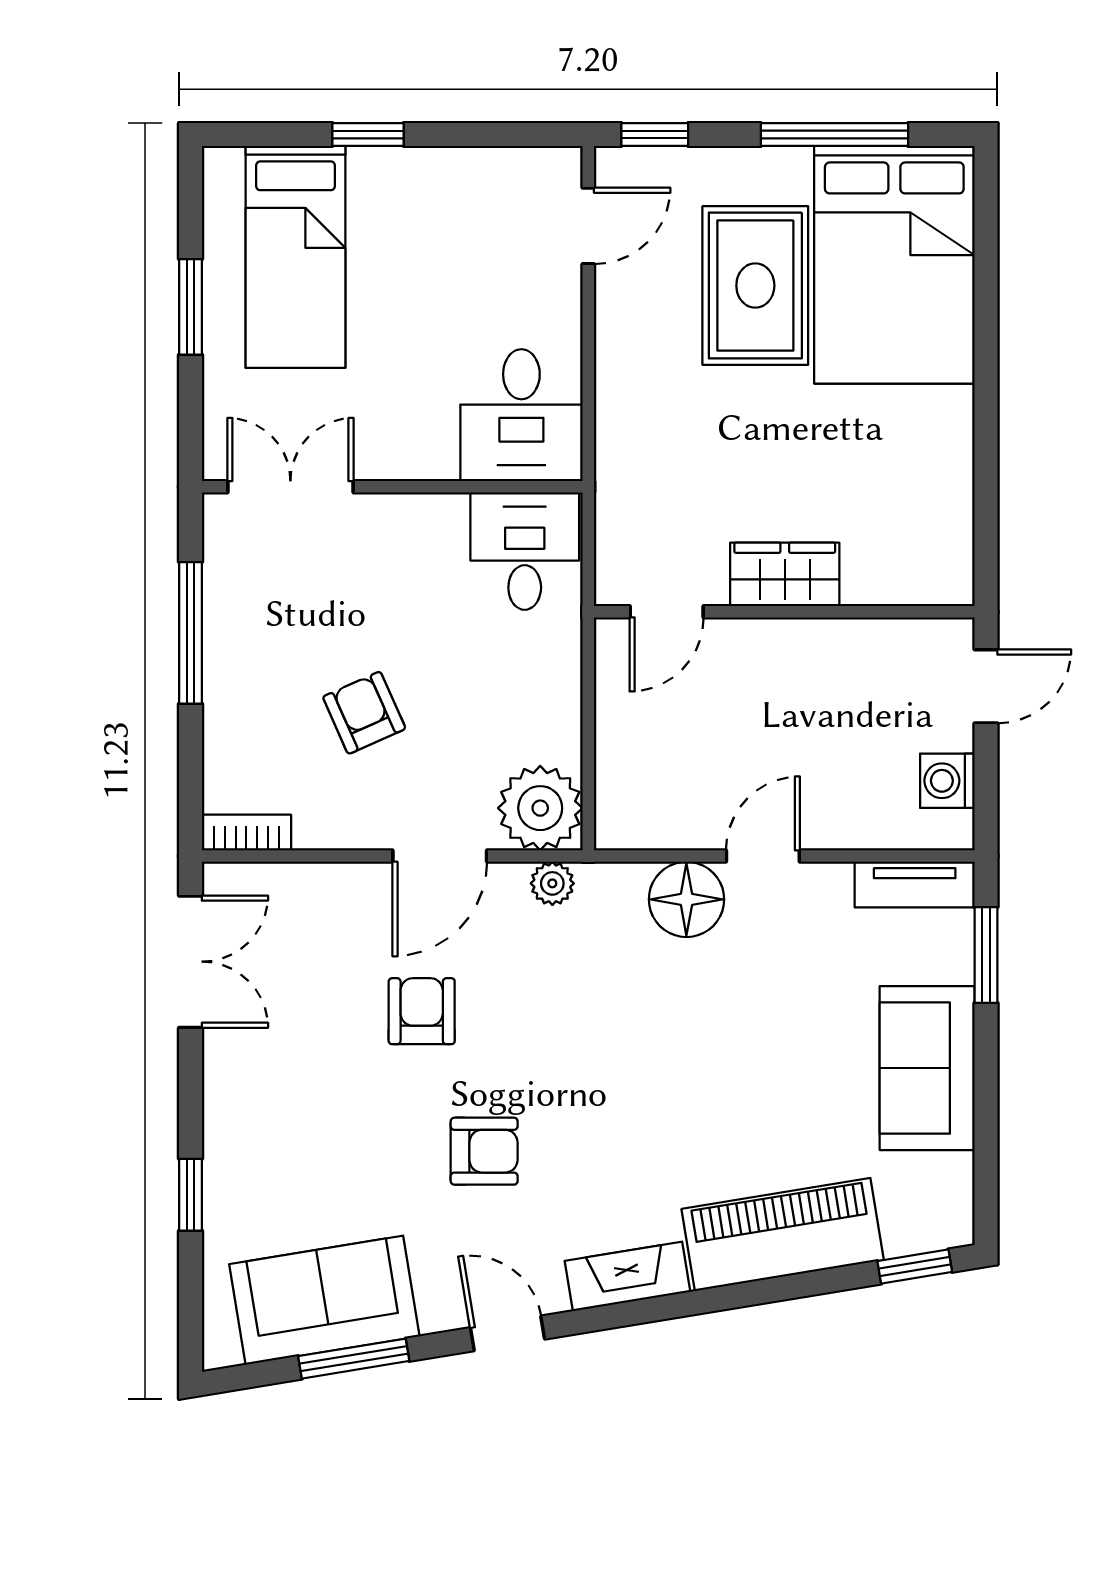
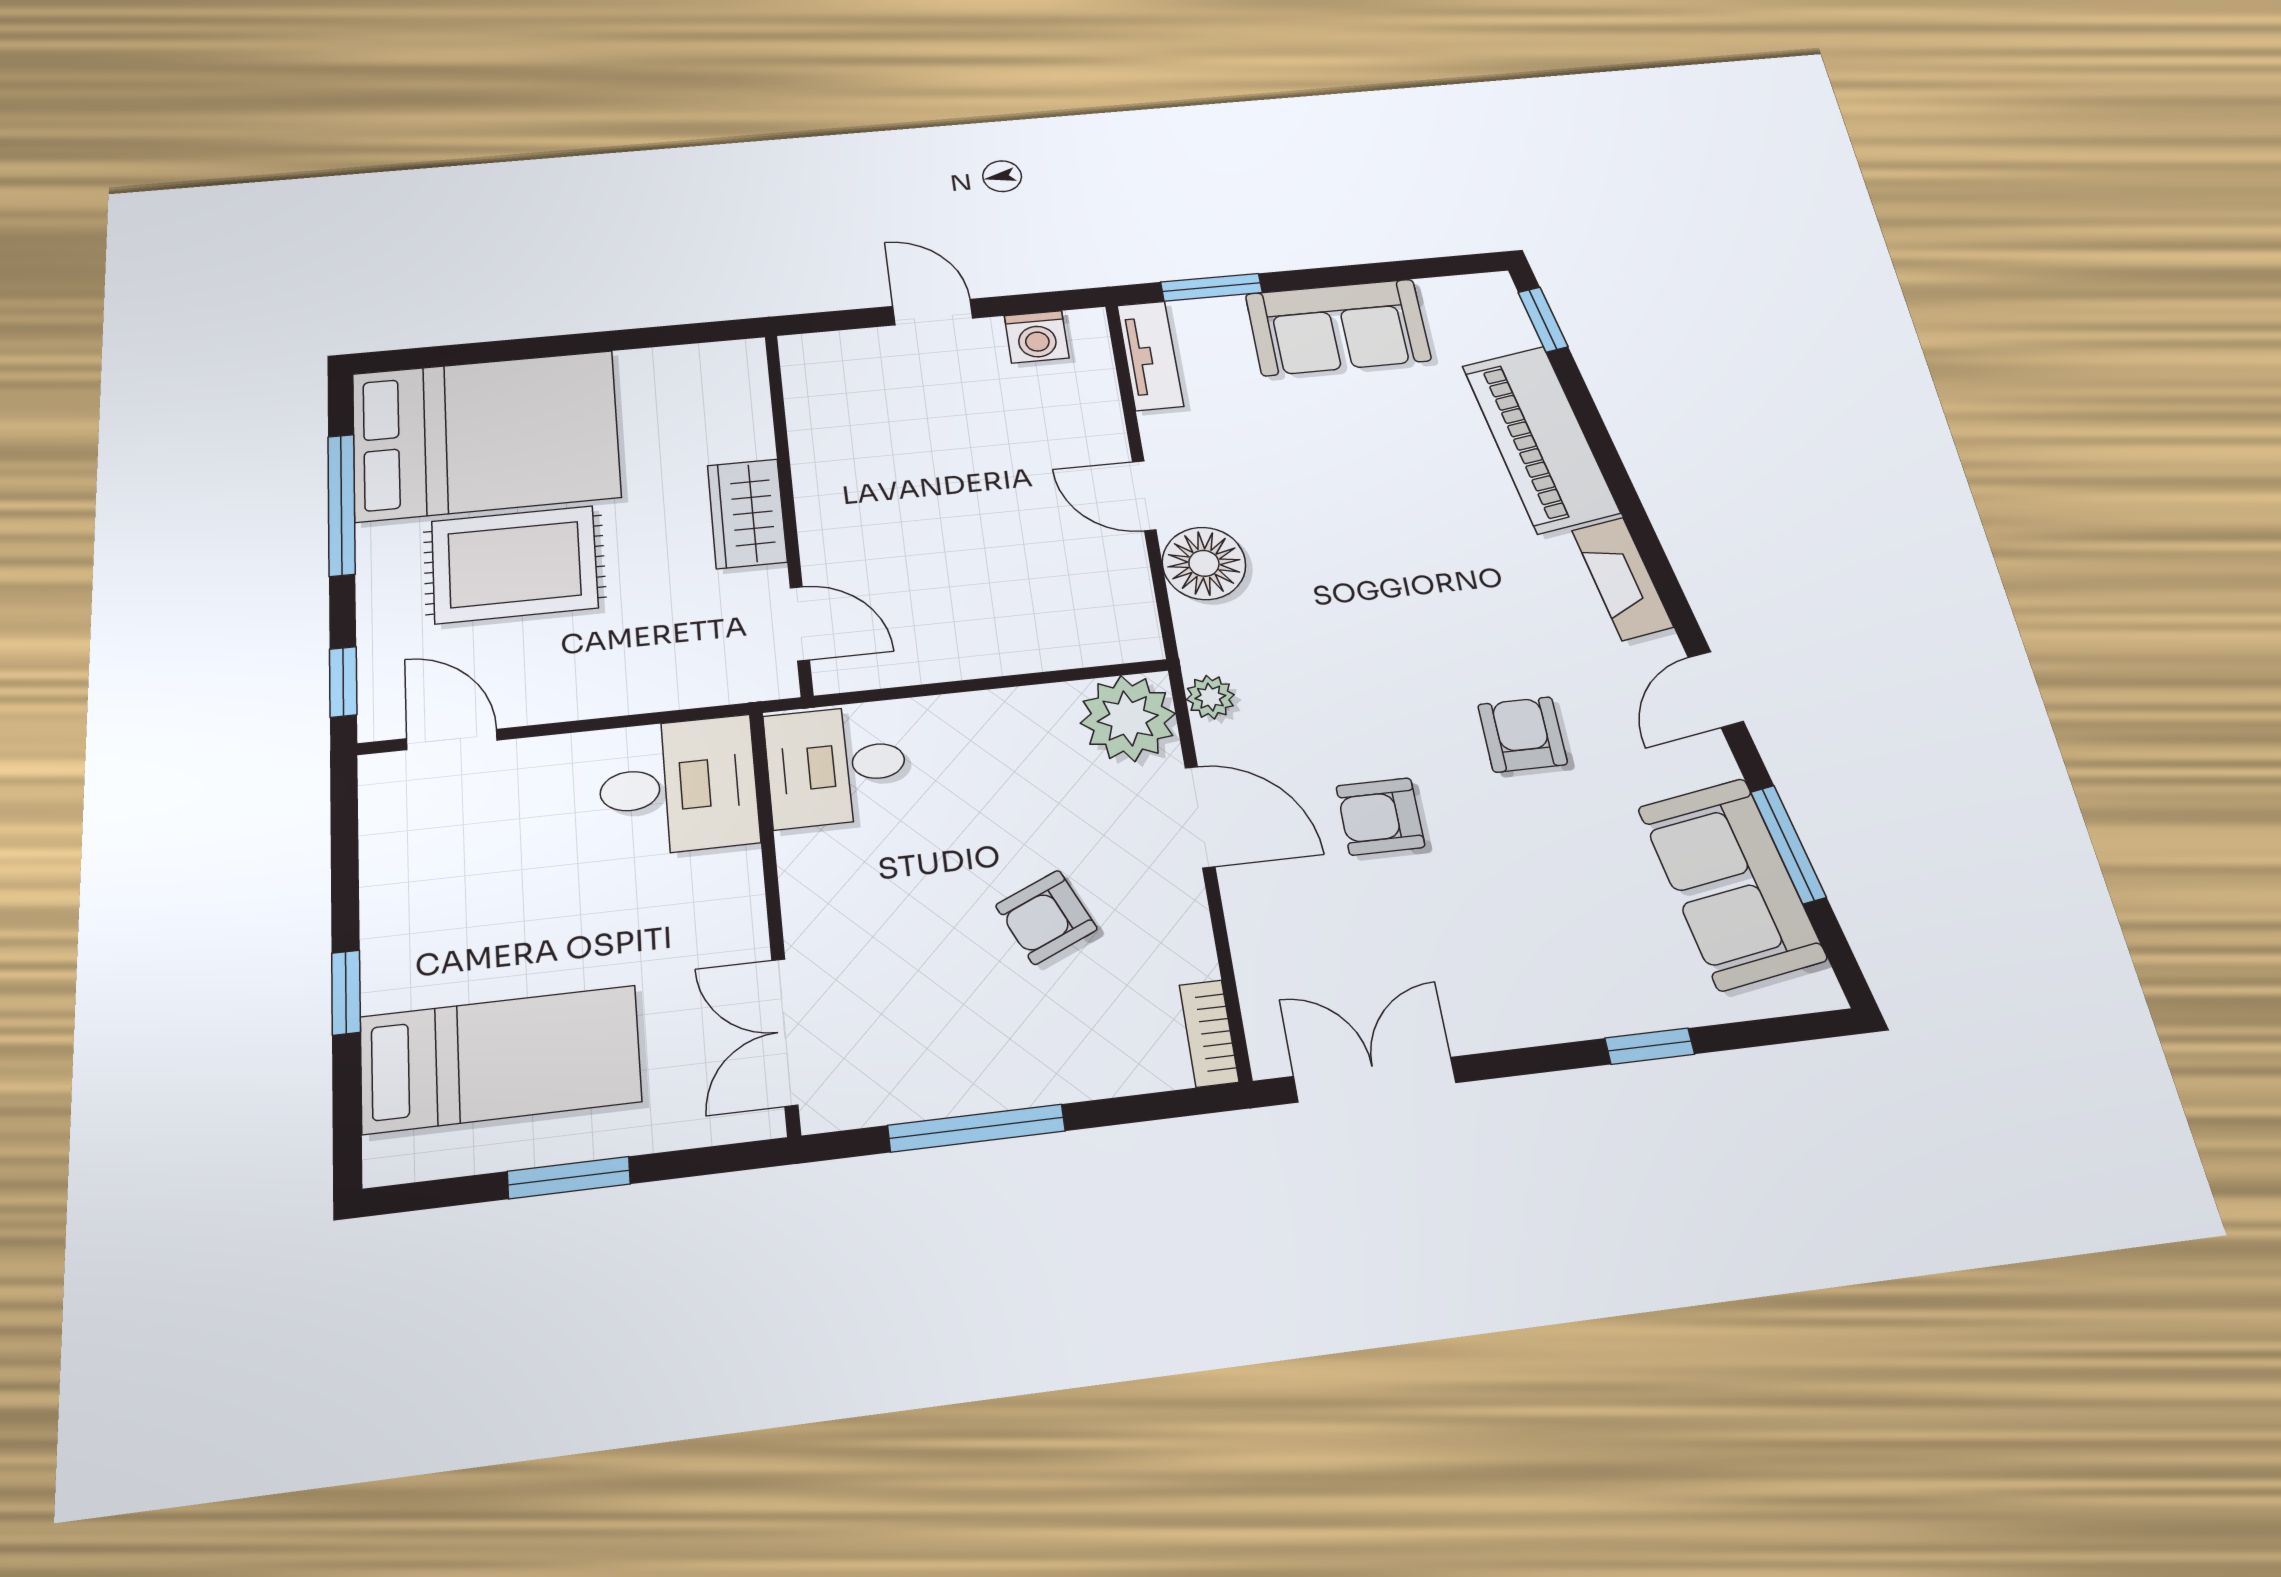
wardrobe: (785, 574) -> (747, 513), moved
door: (667, 612) -> (800, 624), moved
wall: (784, 612) -> (788, 510), moved

